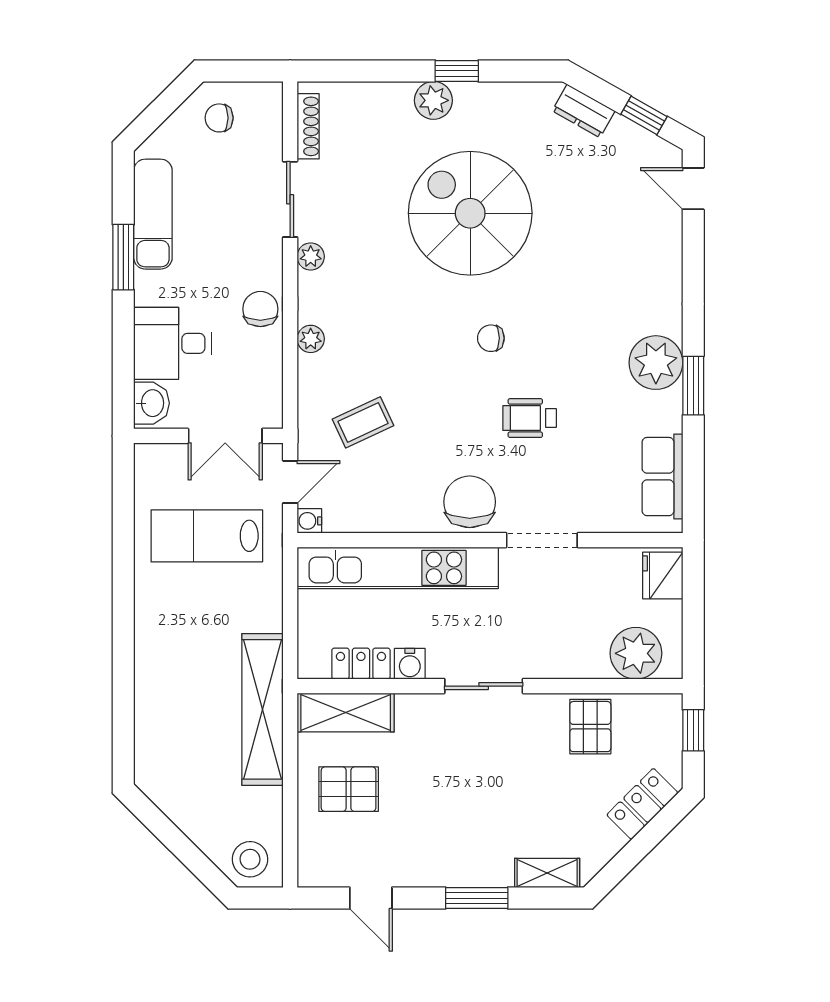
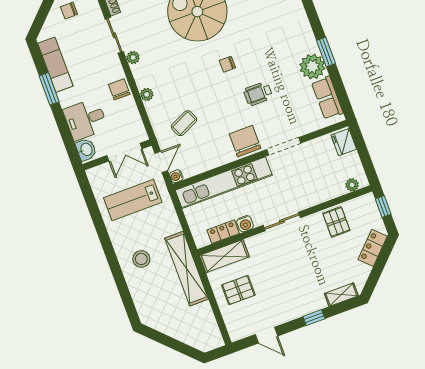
plant: (656, 363) -> (312, 67), moved
plant: (636, 653) -> (352, 185), width x0.53, depth x0.53
stool: (250, 859) -> (141, 259), moved
window: (477, 898) -> (314, 318), width x0.67

